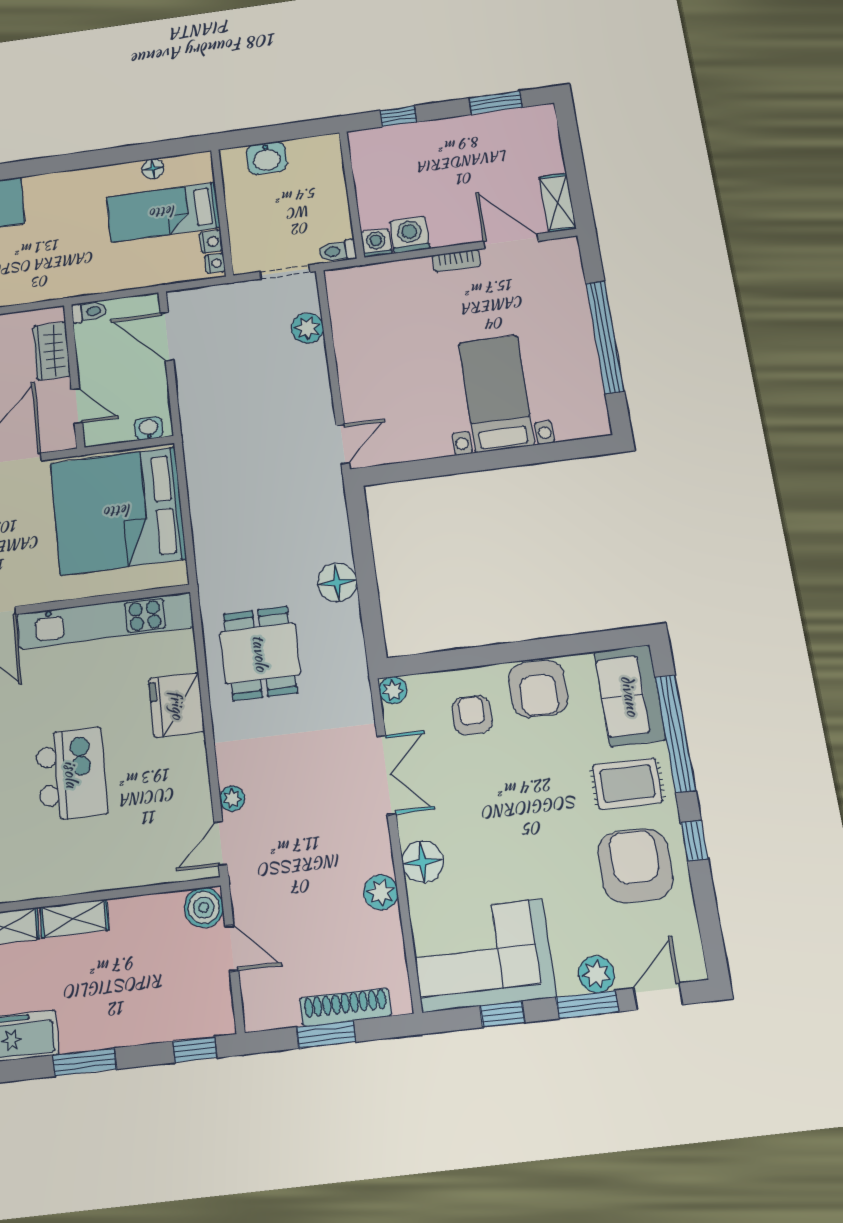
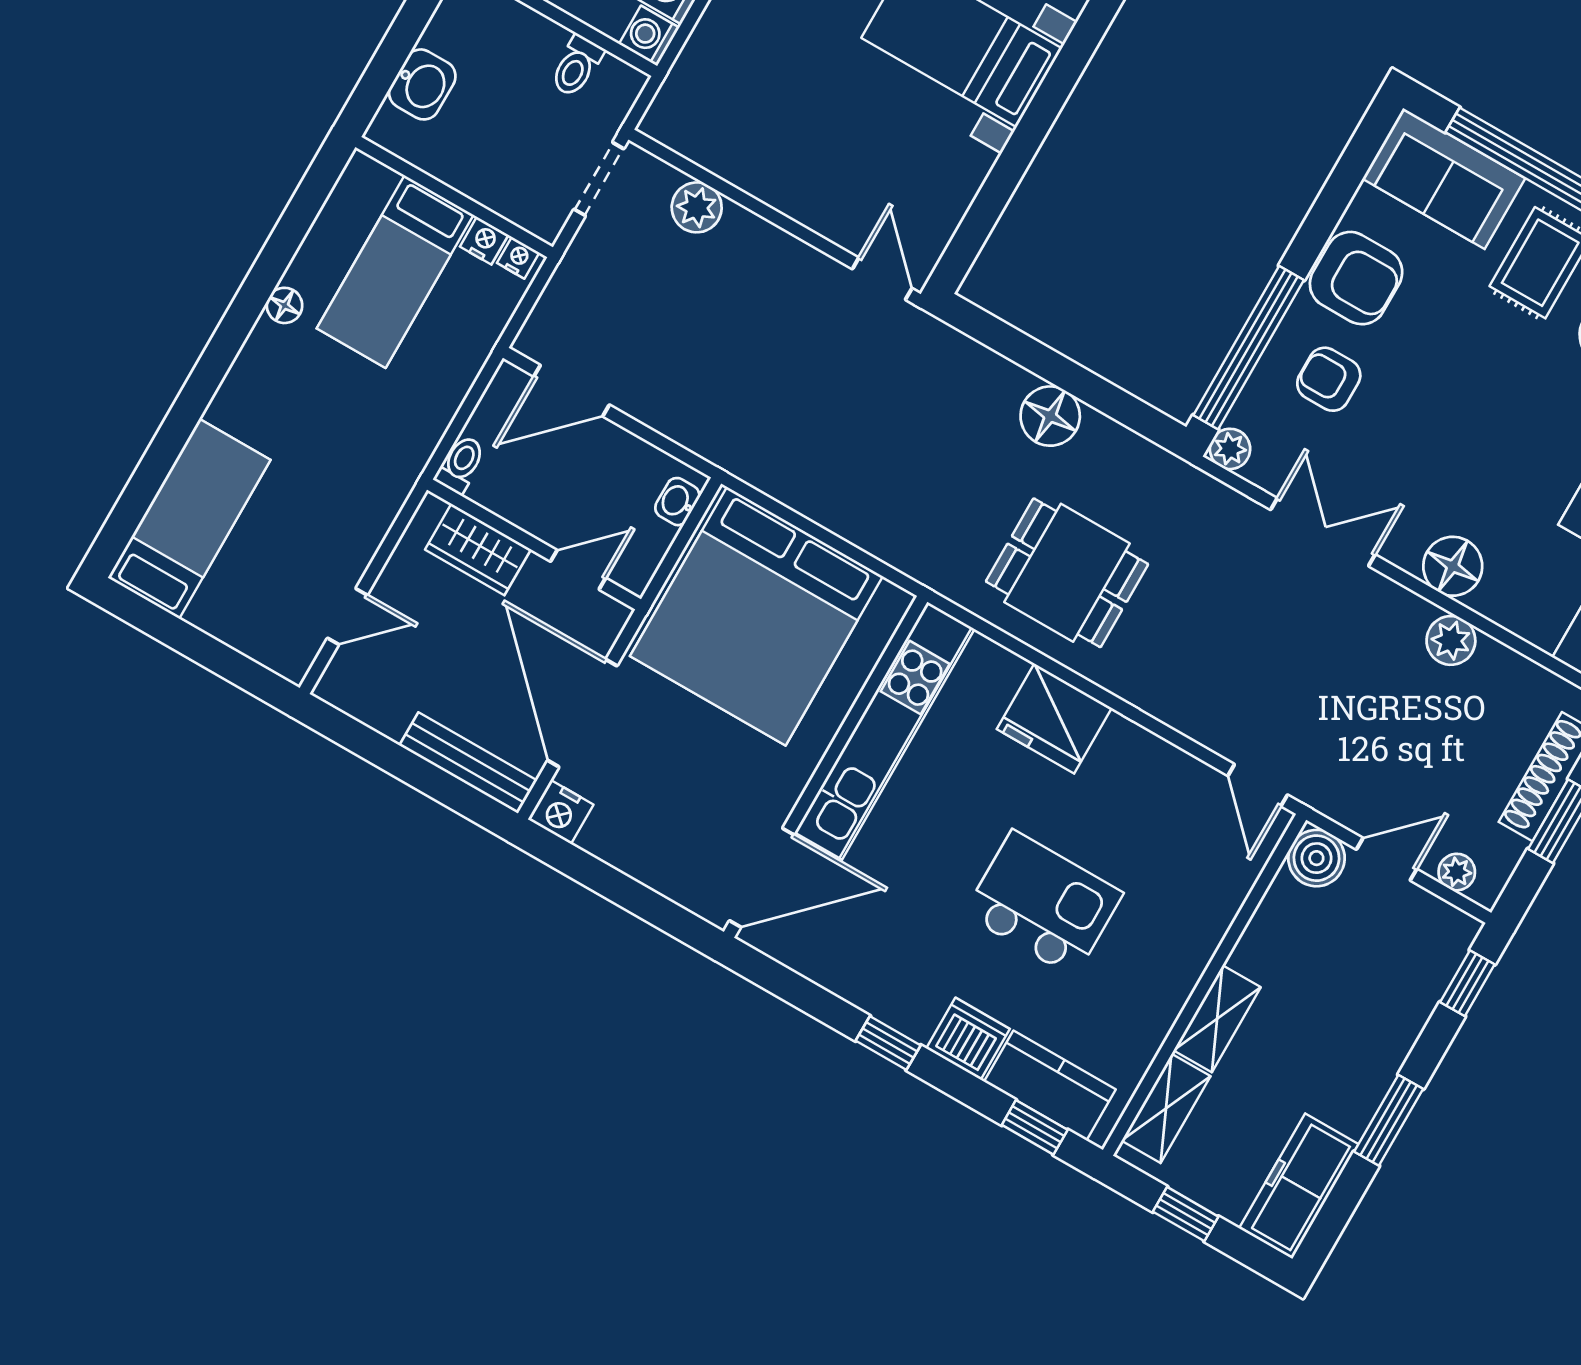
floor lamp: (153, 169) -> (285, 305), moved
toilet: (338, 251) -> (577, 66), moved
window: (455, 659) -> (1249, 348), added
plant: (232, 799) -> (1457, 872), moved

